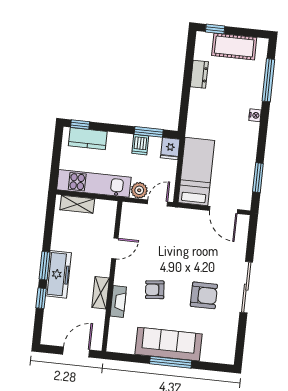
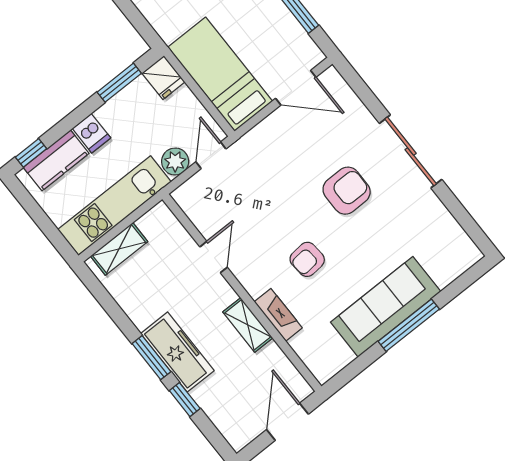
dishwasher: (140, 145) -> (91, 133), moved
armchair: (204, 295) -> (347, 191), moved

